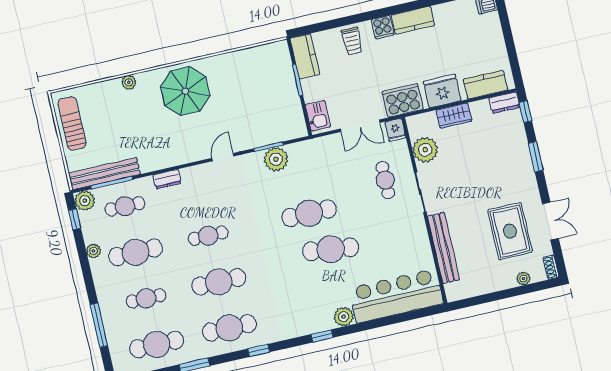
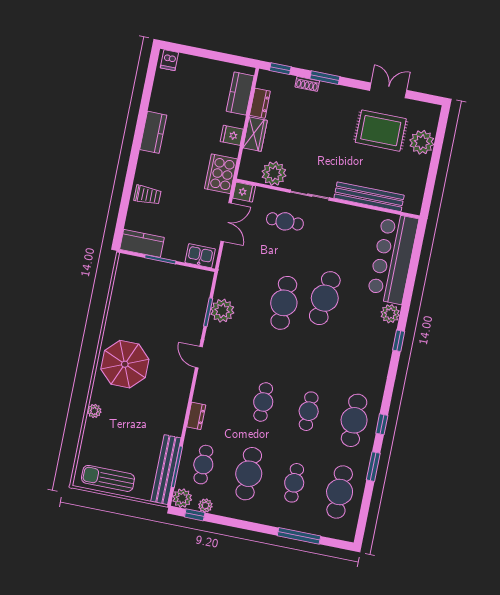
cooker: (383, 27) -> (147, 162), removed
fridge: (442, 91) -> (232, 135), width x0.53, depth x0.75
dresser: (504, 103) -> (260, 103), moved
plant: (93, 251) -> (205, 506), moved
shoe rack: (551, 267) -> (307, 84), moved
plant: (523, 279) -> (422, 142), width x1.87, depth x1.87
cafe table: (219, 282) -> (309, 411), width x0.73, depth x0.74
window: (259, 350) -> (382, 424), moved

